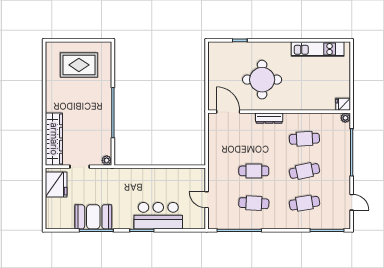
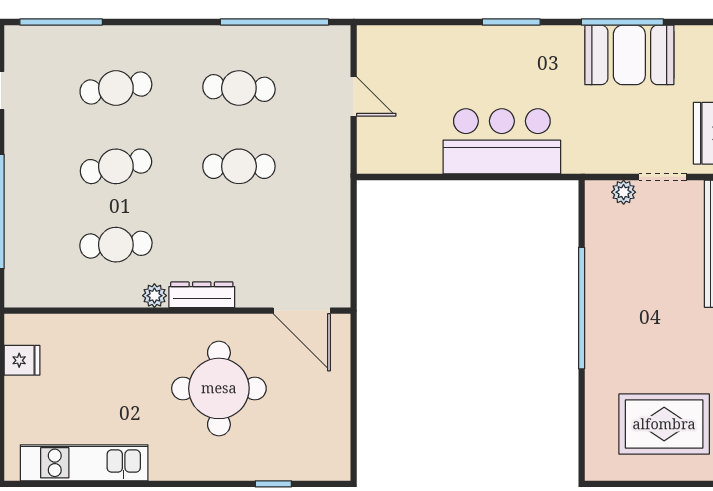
fridge: (343, 104) -> (22, 360), moved
plant: (345, 118) -> (154, 296), moved
plant: (107, 160) -> (624, 192), moved
bar counter: (158, 216) -> (502, 141), moved, turned 180

